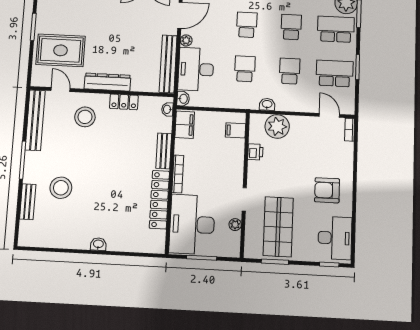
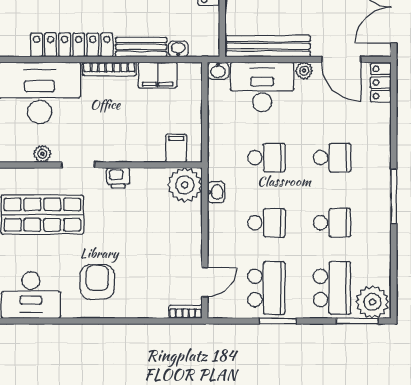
washbasin: (167, 109) -> (178, 49), moved
filing cabinet: (185, 125) -> (158, 75), moved
plant: (277, 126) -> (185, 185), moved
printer: (255, 152) -> (118, 178), moved

